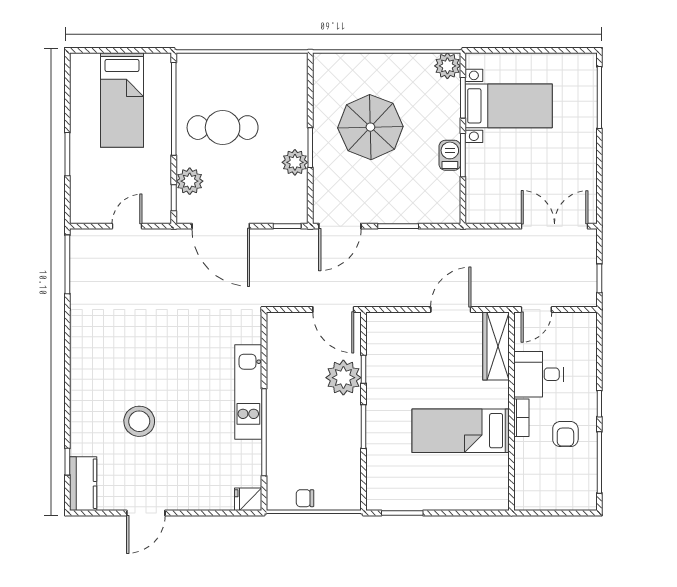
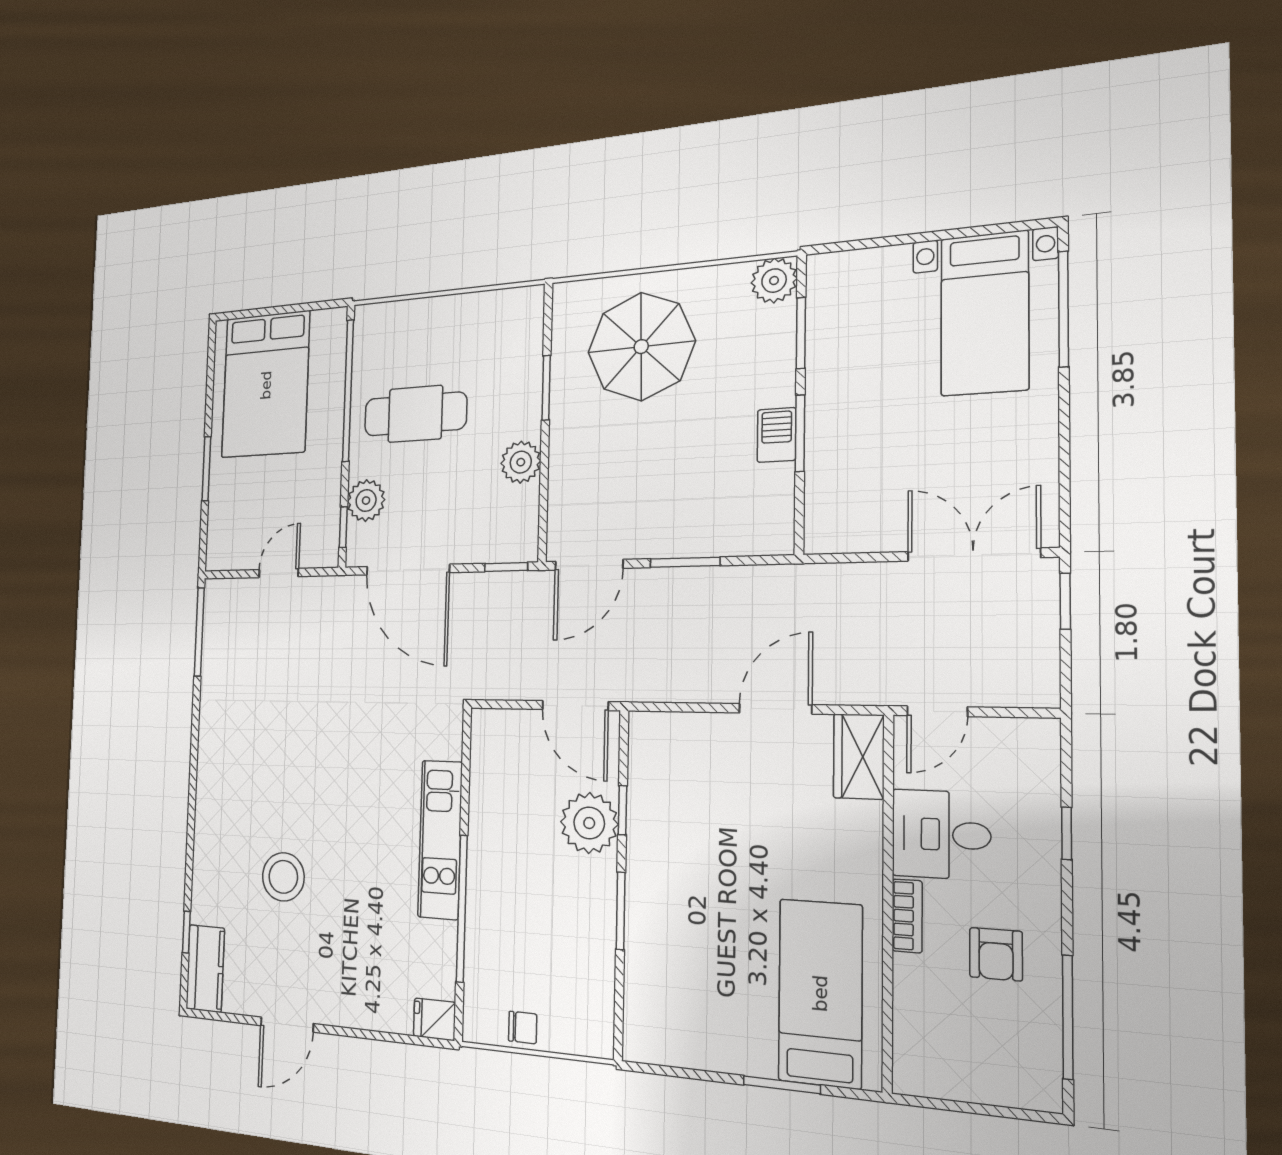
bed: (122, 100) -> (266, 385), width x1.50
bed with nightstands: (509, 106) -> (985, 313), moved, turned 90
parasol: (370, 127) -> (641, 347), moved
window: (310, 148) -> (546, 388), moved
window: (599, 278) -> (1065, 601), moved
wardrobe: (496, 346) -> (859, 756), width x0.67
window: (599, 404) -> (1067, 833), moved
bed: (461, 431) -> (820, 993), moved, turned 90
chair: (305, 498) -> (523, 1027), turned 180
window: (402, 513) -> (782, 1085), moved

